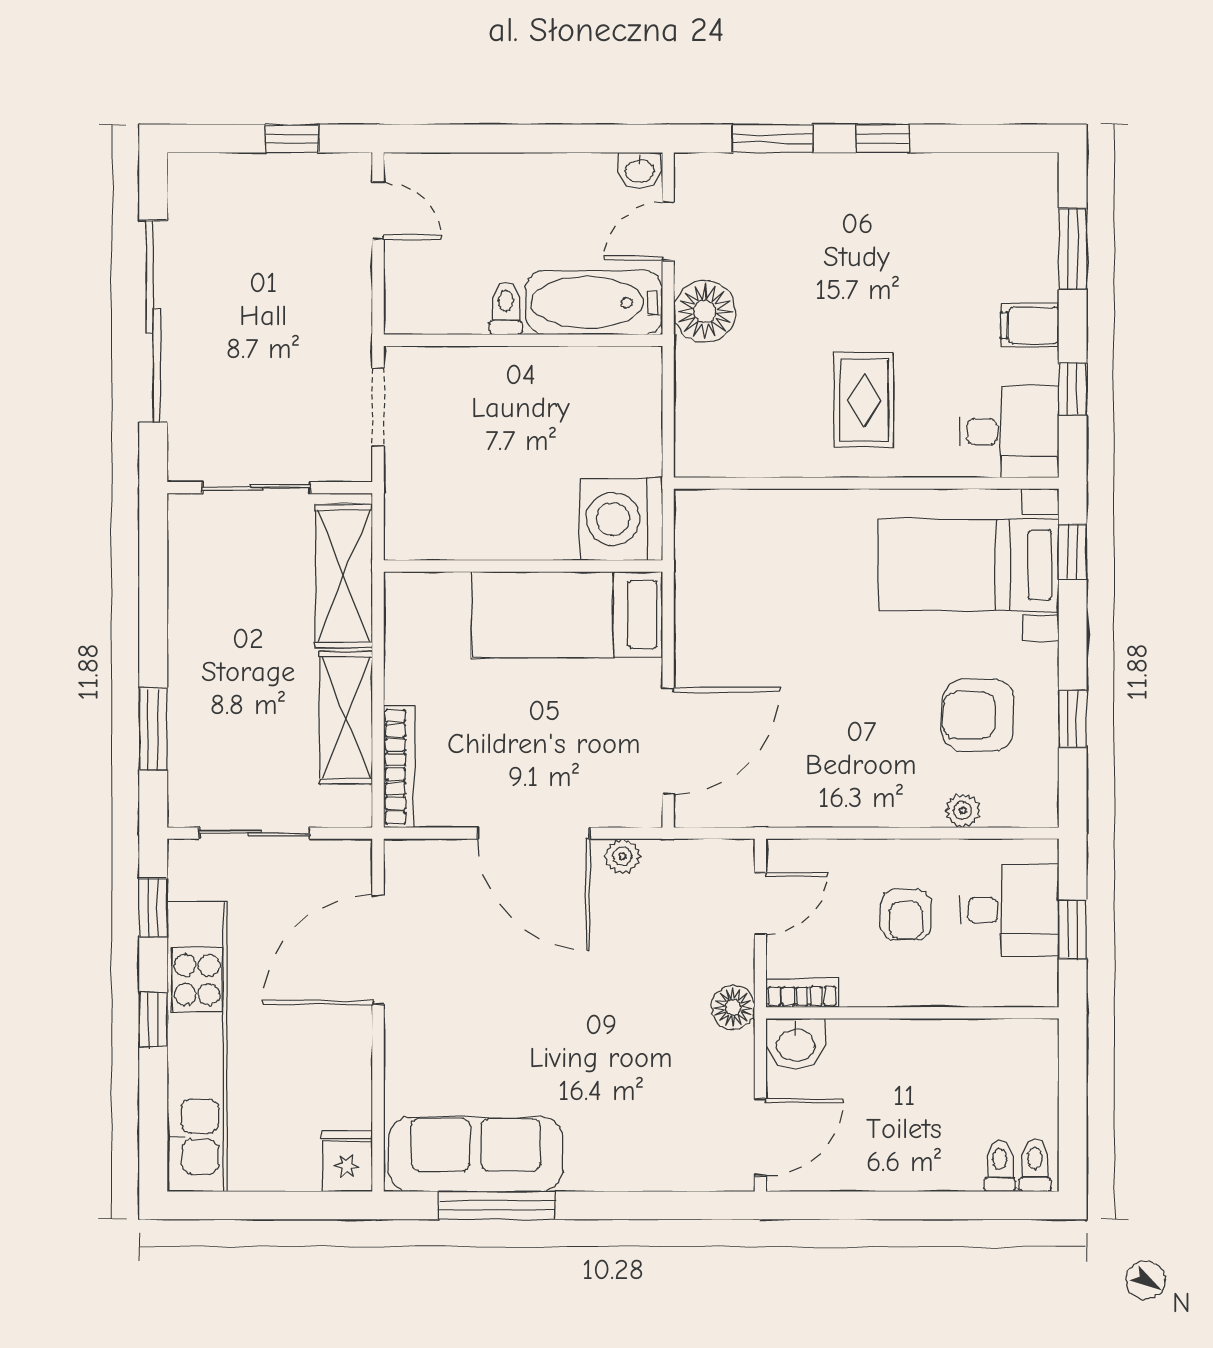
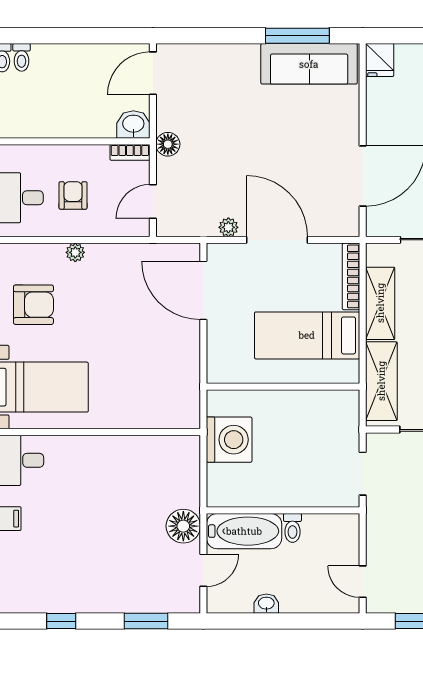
window: (883, 139) -> (61, 621), moved
washbasin: (640, 170) -> (266, 604), moved
rug: (864, 400) -> (96, 478), removed
washing machine: (621, 519) -> (229, 440), moved
bed: (567, 615) -> (307, 335), moved, turned 180
door: (668, 741) -> (203, 290), hinge flipped
plant: (963, 810) -> (75, 252), moved

